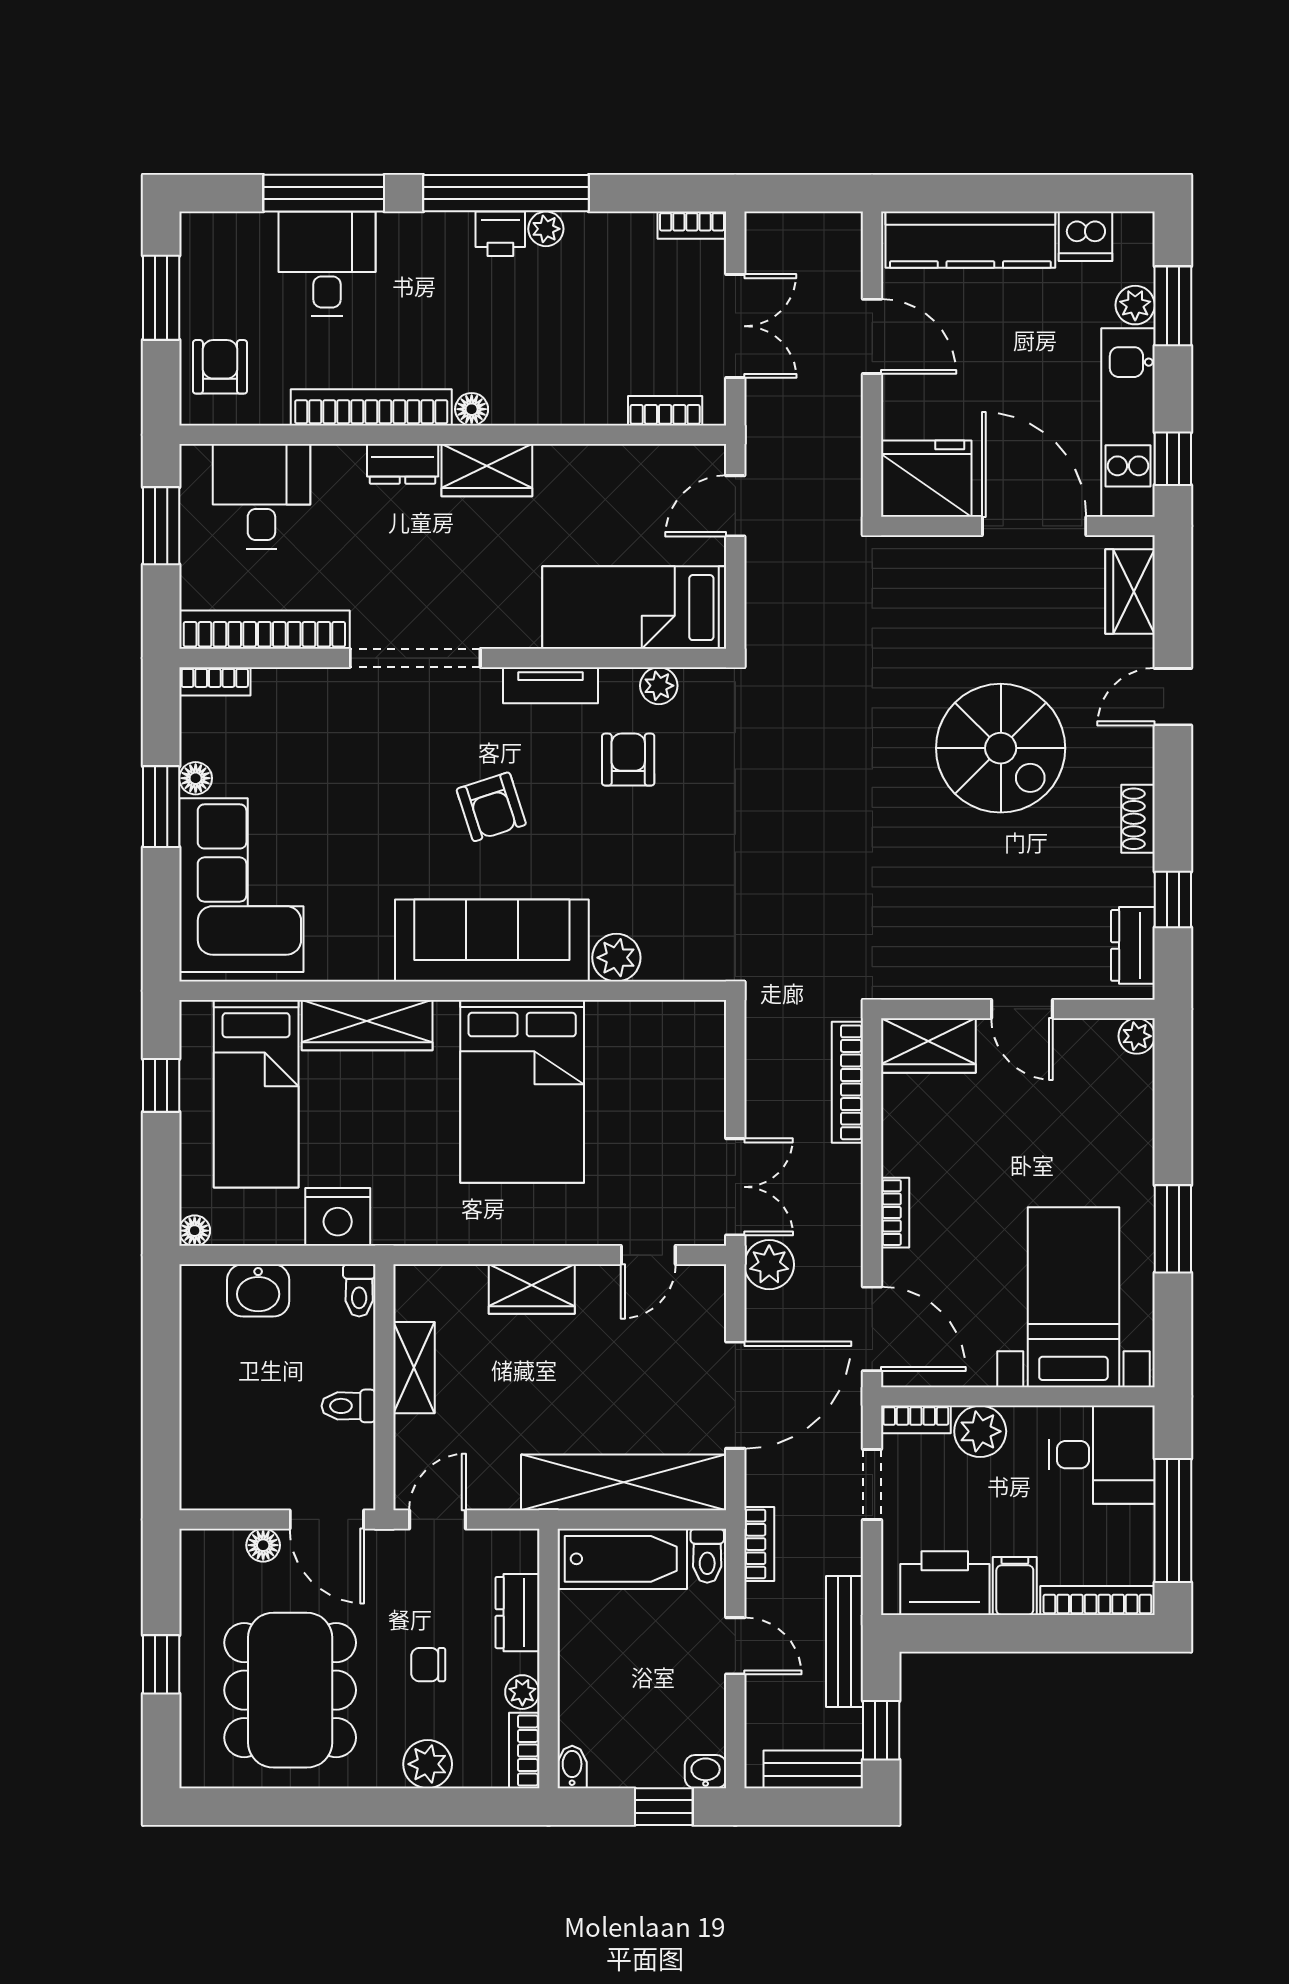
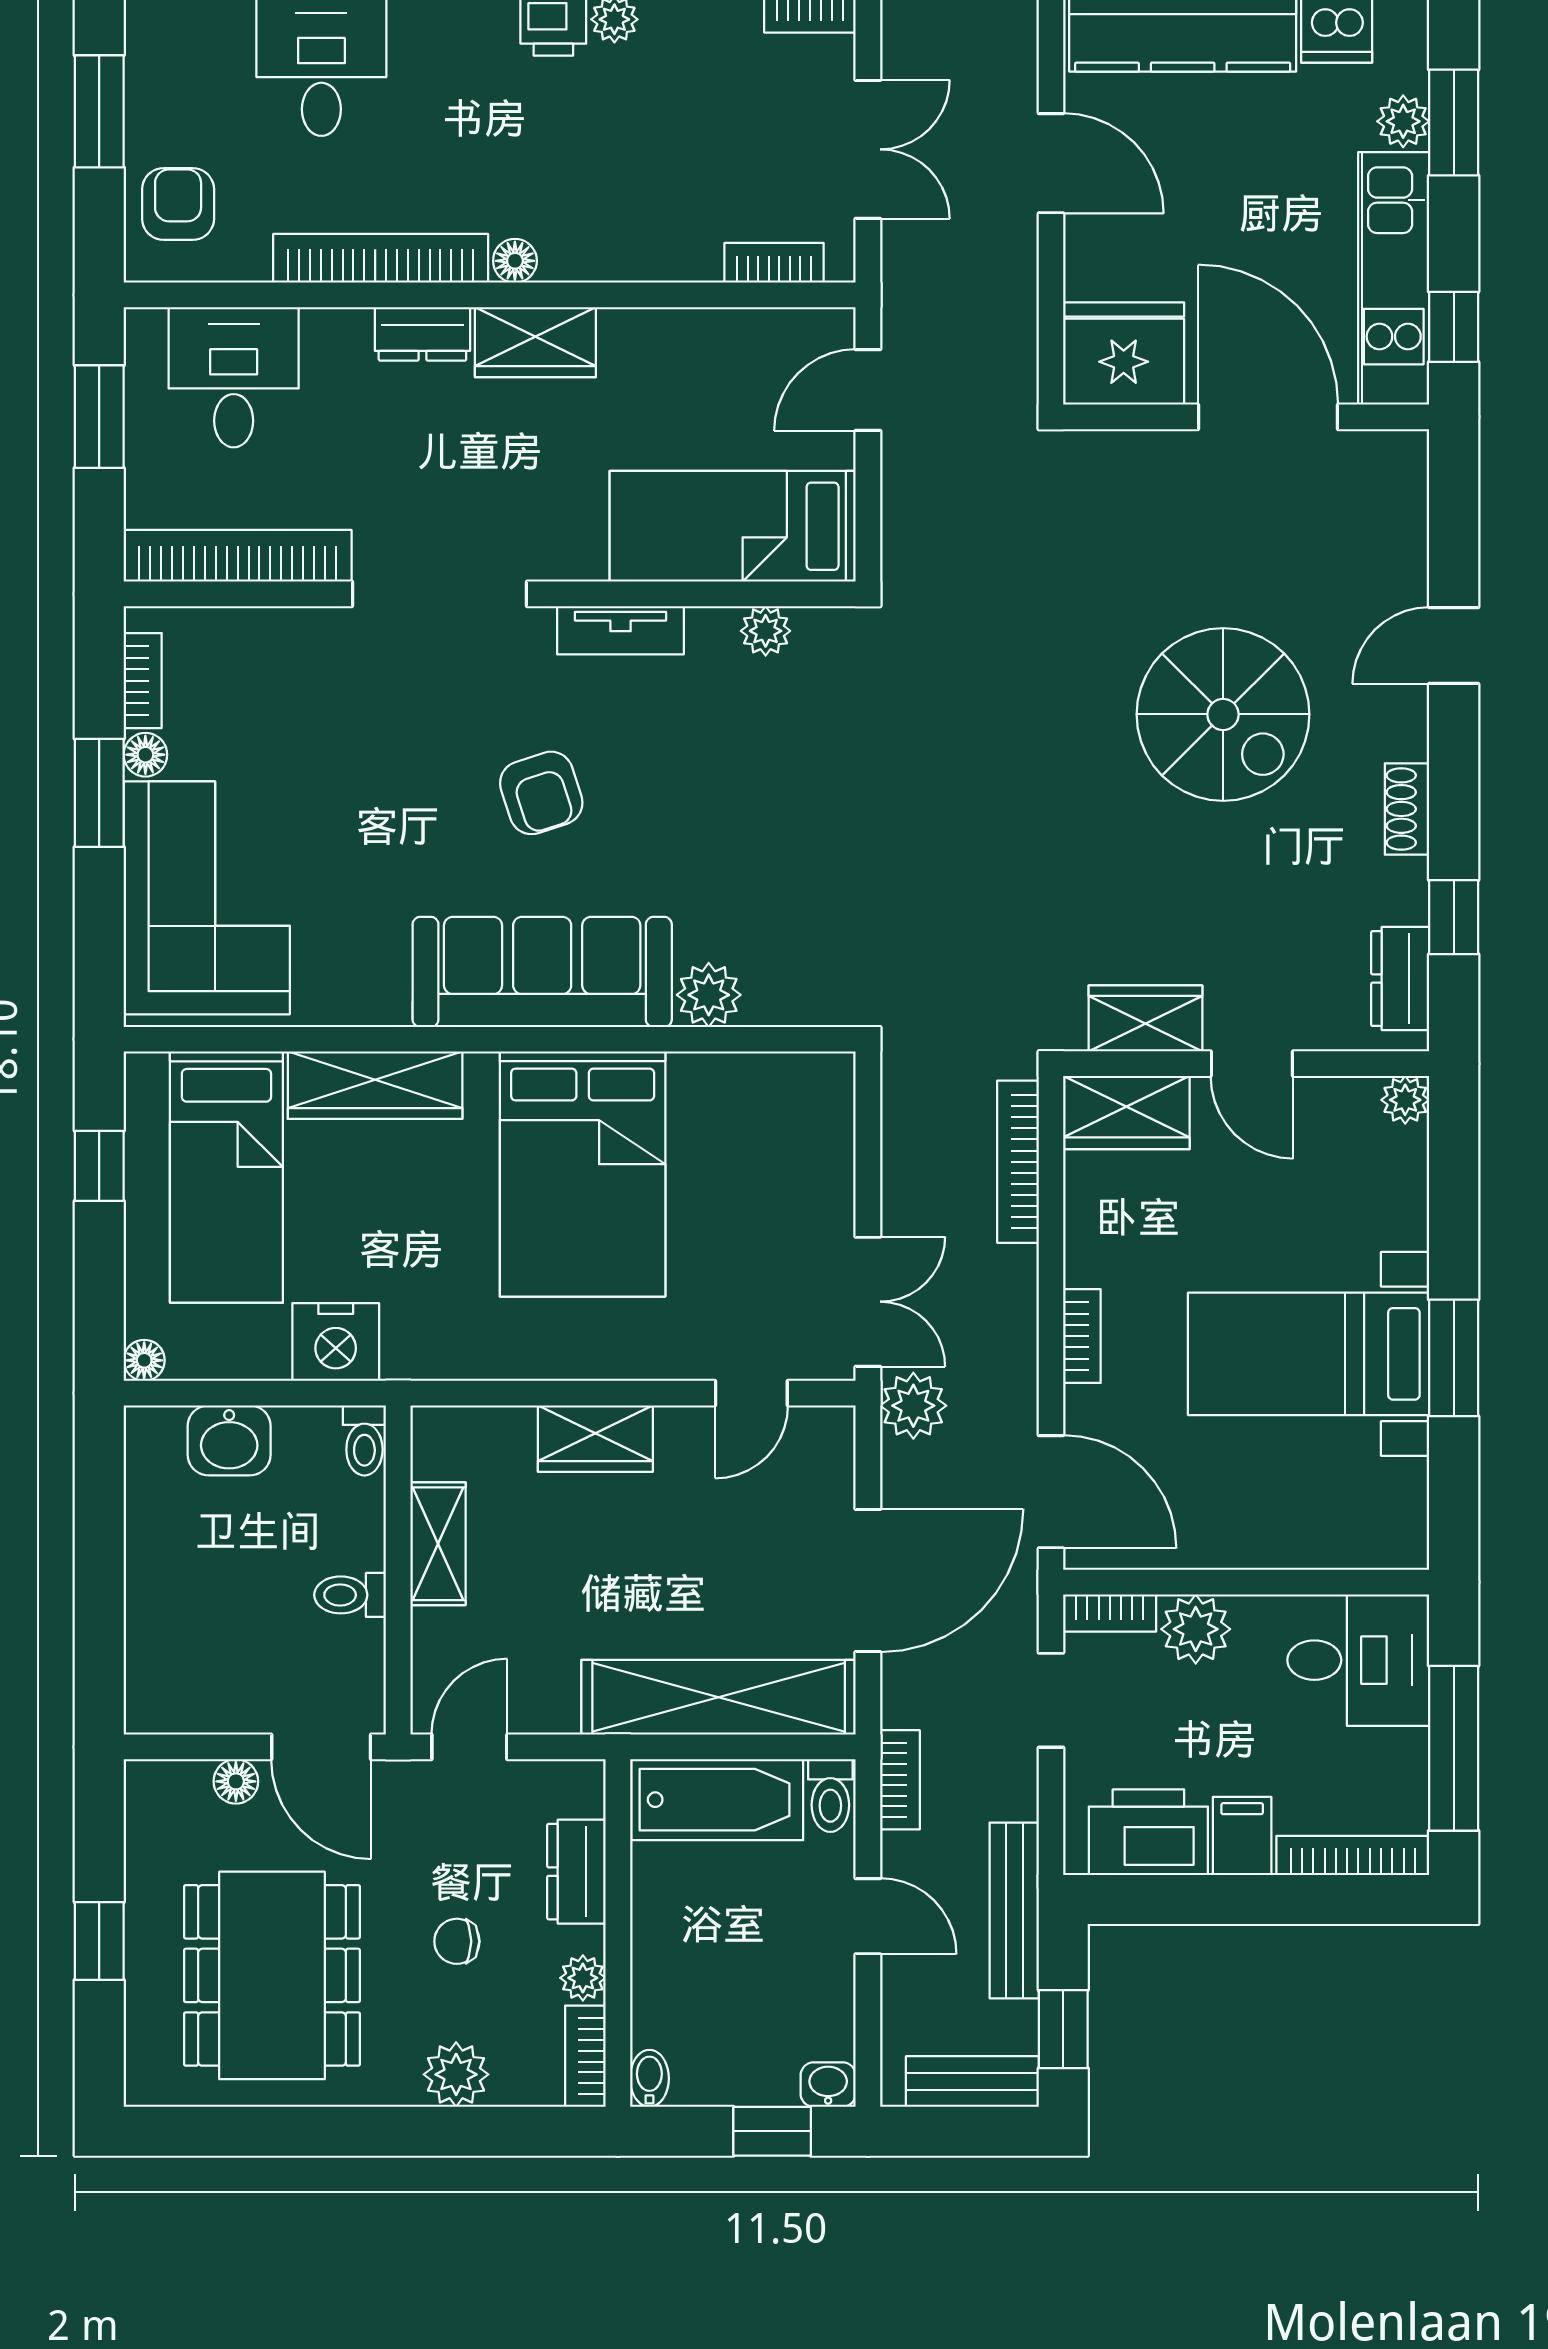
wardrobe: (1130, 592) -> (1145, 1018), moved, turned 90
bookcase: (215, 681) -> (143, 681), moved, turned -90
armchair: (628, 760) -> (725, 730), removed
bed with nightstands: (1073, 1297) -> (1309, 1354), moved, turned -90

